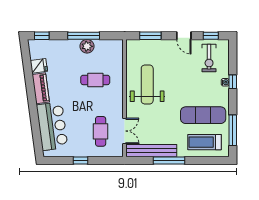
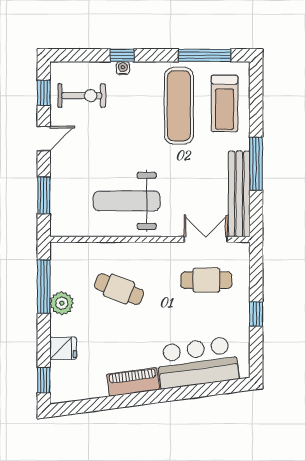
window: (84, 36) -> (44, 287), moved
fridge: (39, 66) -> (63, 348), moved, turned 98
cafe table: (95, 80) -> (119, 289), turned -68

